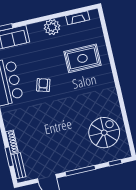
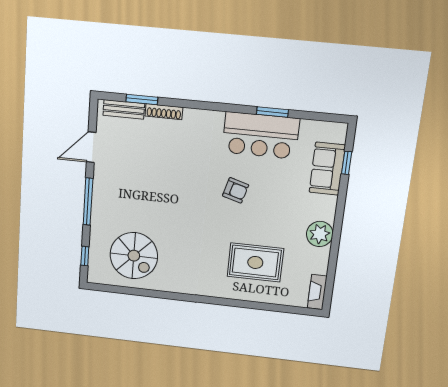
fireplace: (78, 18) -> (317, 292), moved
rug: (82, 58) -> (255, 262), turned 90

